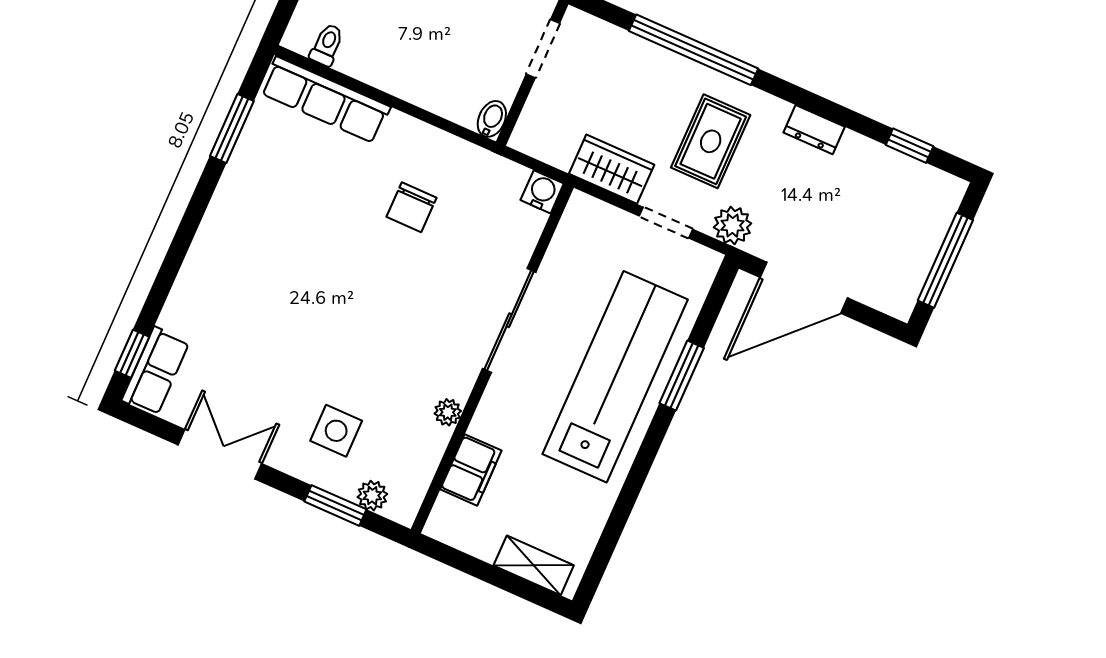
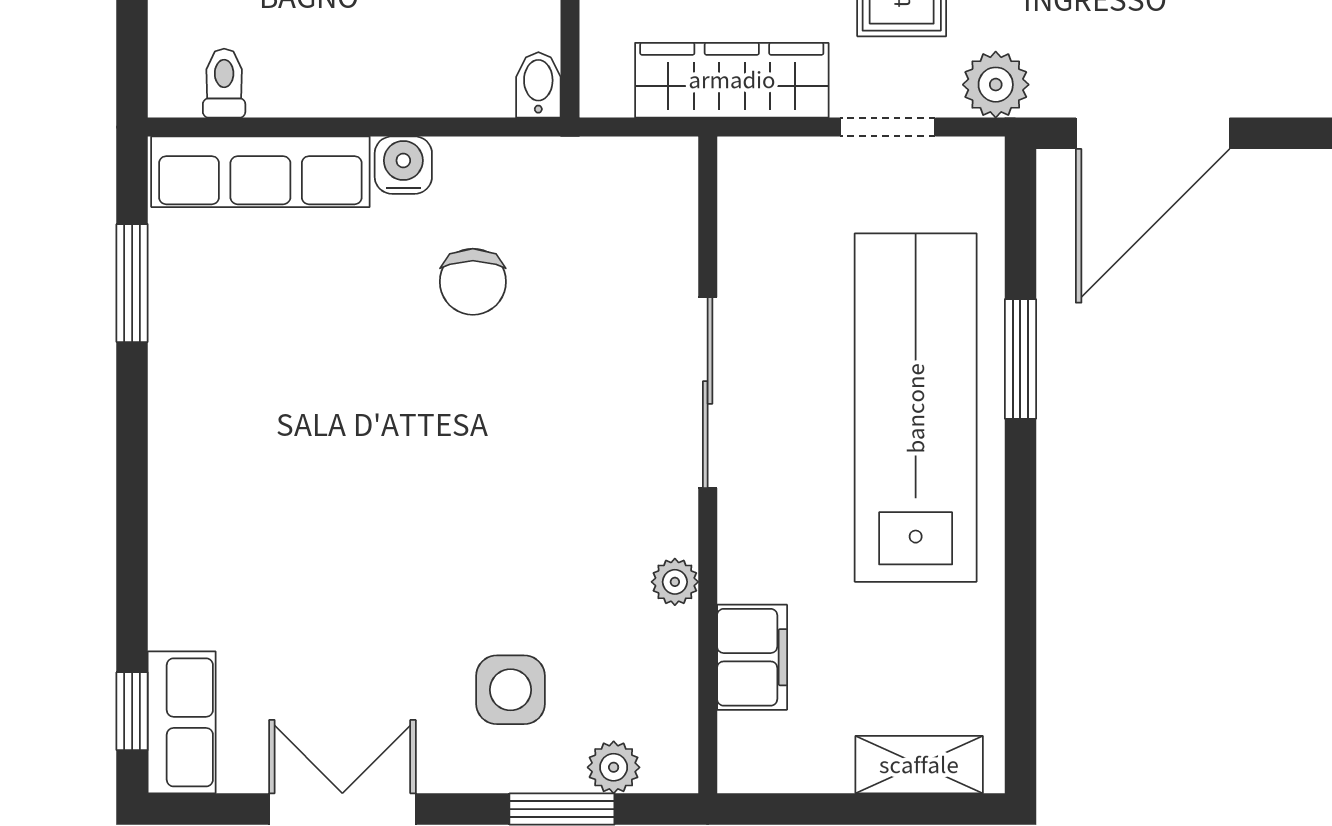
wardrobe: (612, 169) -> (732, 80), width x1.50
water cooler: (542, 192) -> (403, 165), moved

